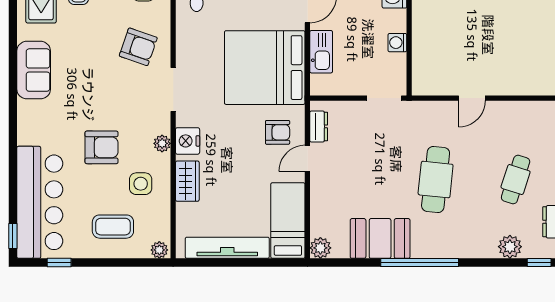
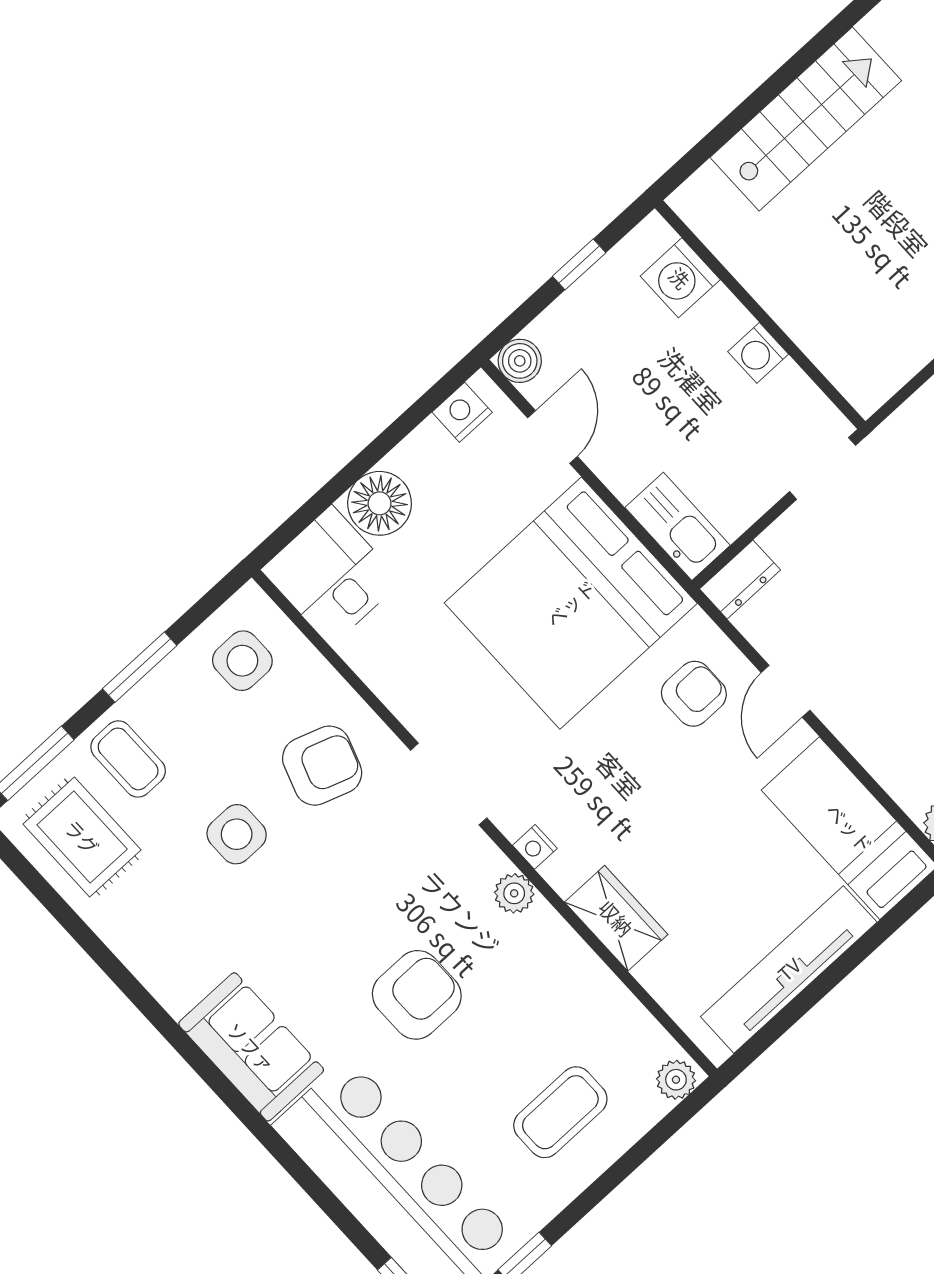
kitchen sink: (321, 52) -> (678, 526), moved
sofa: (34, 70) -> (251, 1047), moved
dresser: (319, 126) -> (740, 579), moved, turned 90
nightstand: (188, 141) -> (535, 847), width x0.53, depth x0.56
side table: (141, 184) -> (237, 834), moved

